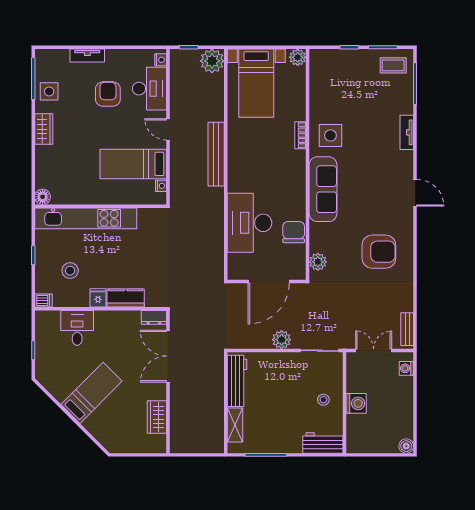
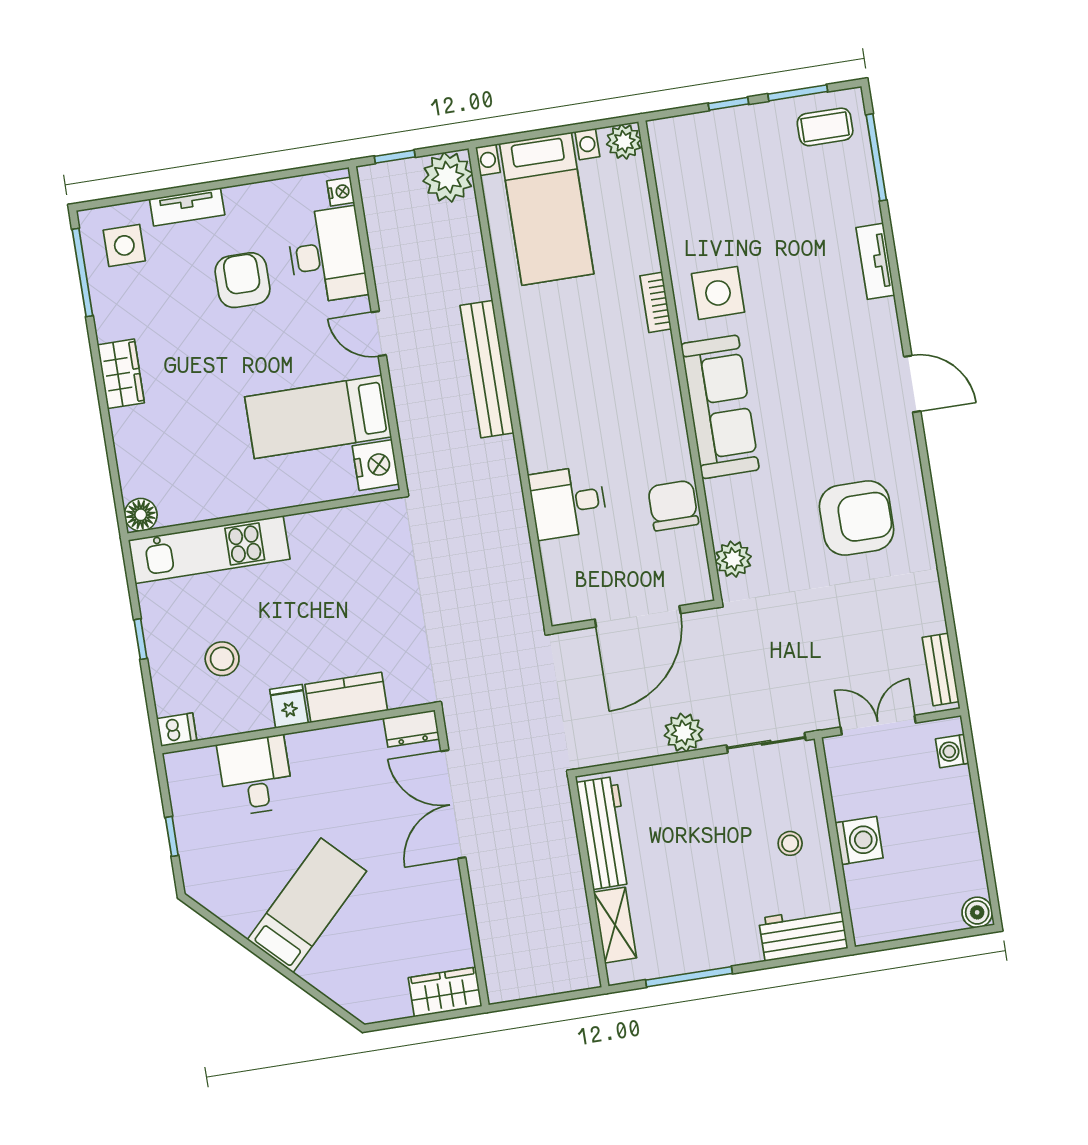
side table: (49, 91) -> (124, 245), moved
nightstand: (161, 186) -> (376, 465), width x1.89, depth x1.79
kitchen unit: (86, 218) -> (209, 550), width x0.73
desk: (249, 223) -> (568, 502), width x0.53, depth x0.77
wardrobe: (157, 417) -> (445, 992), moved, turned 90

